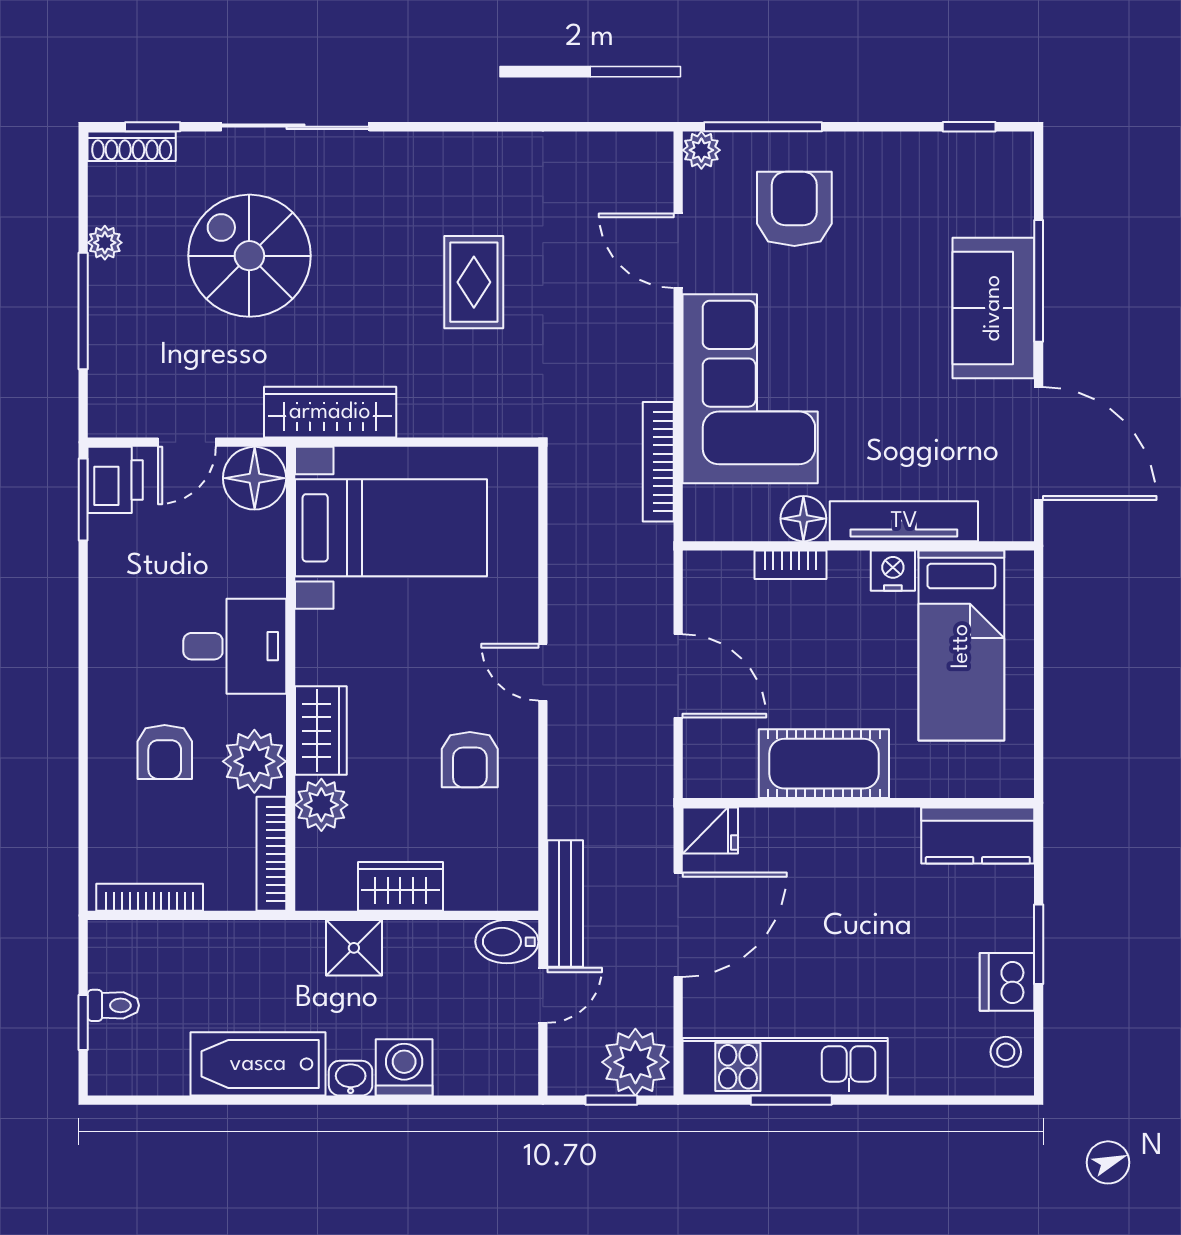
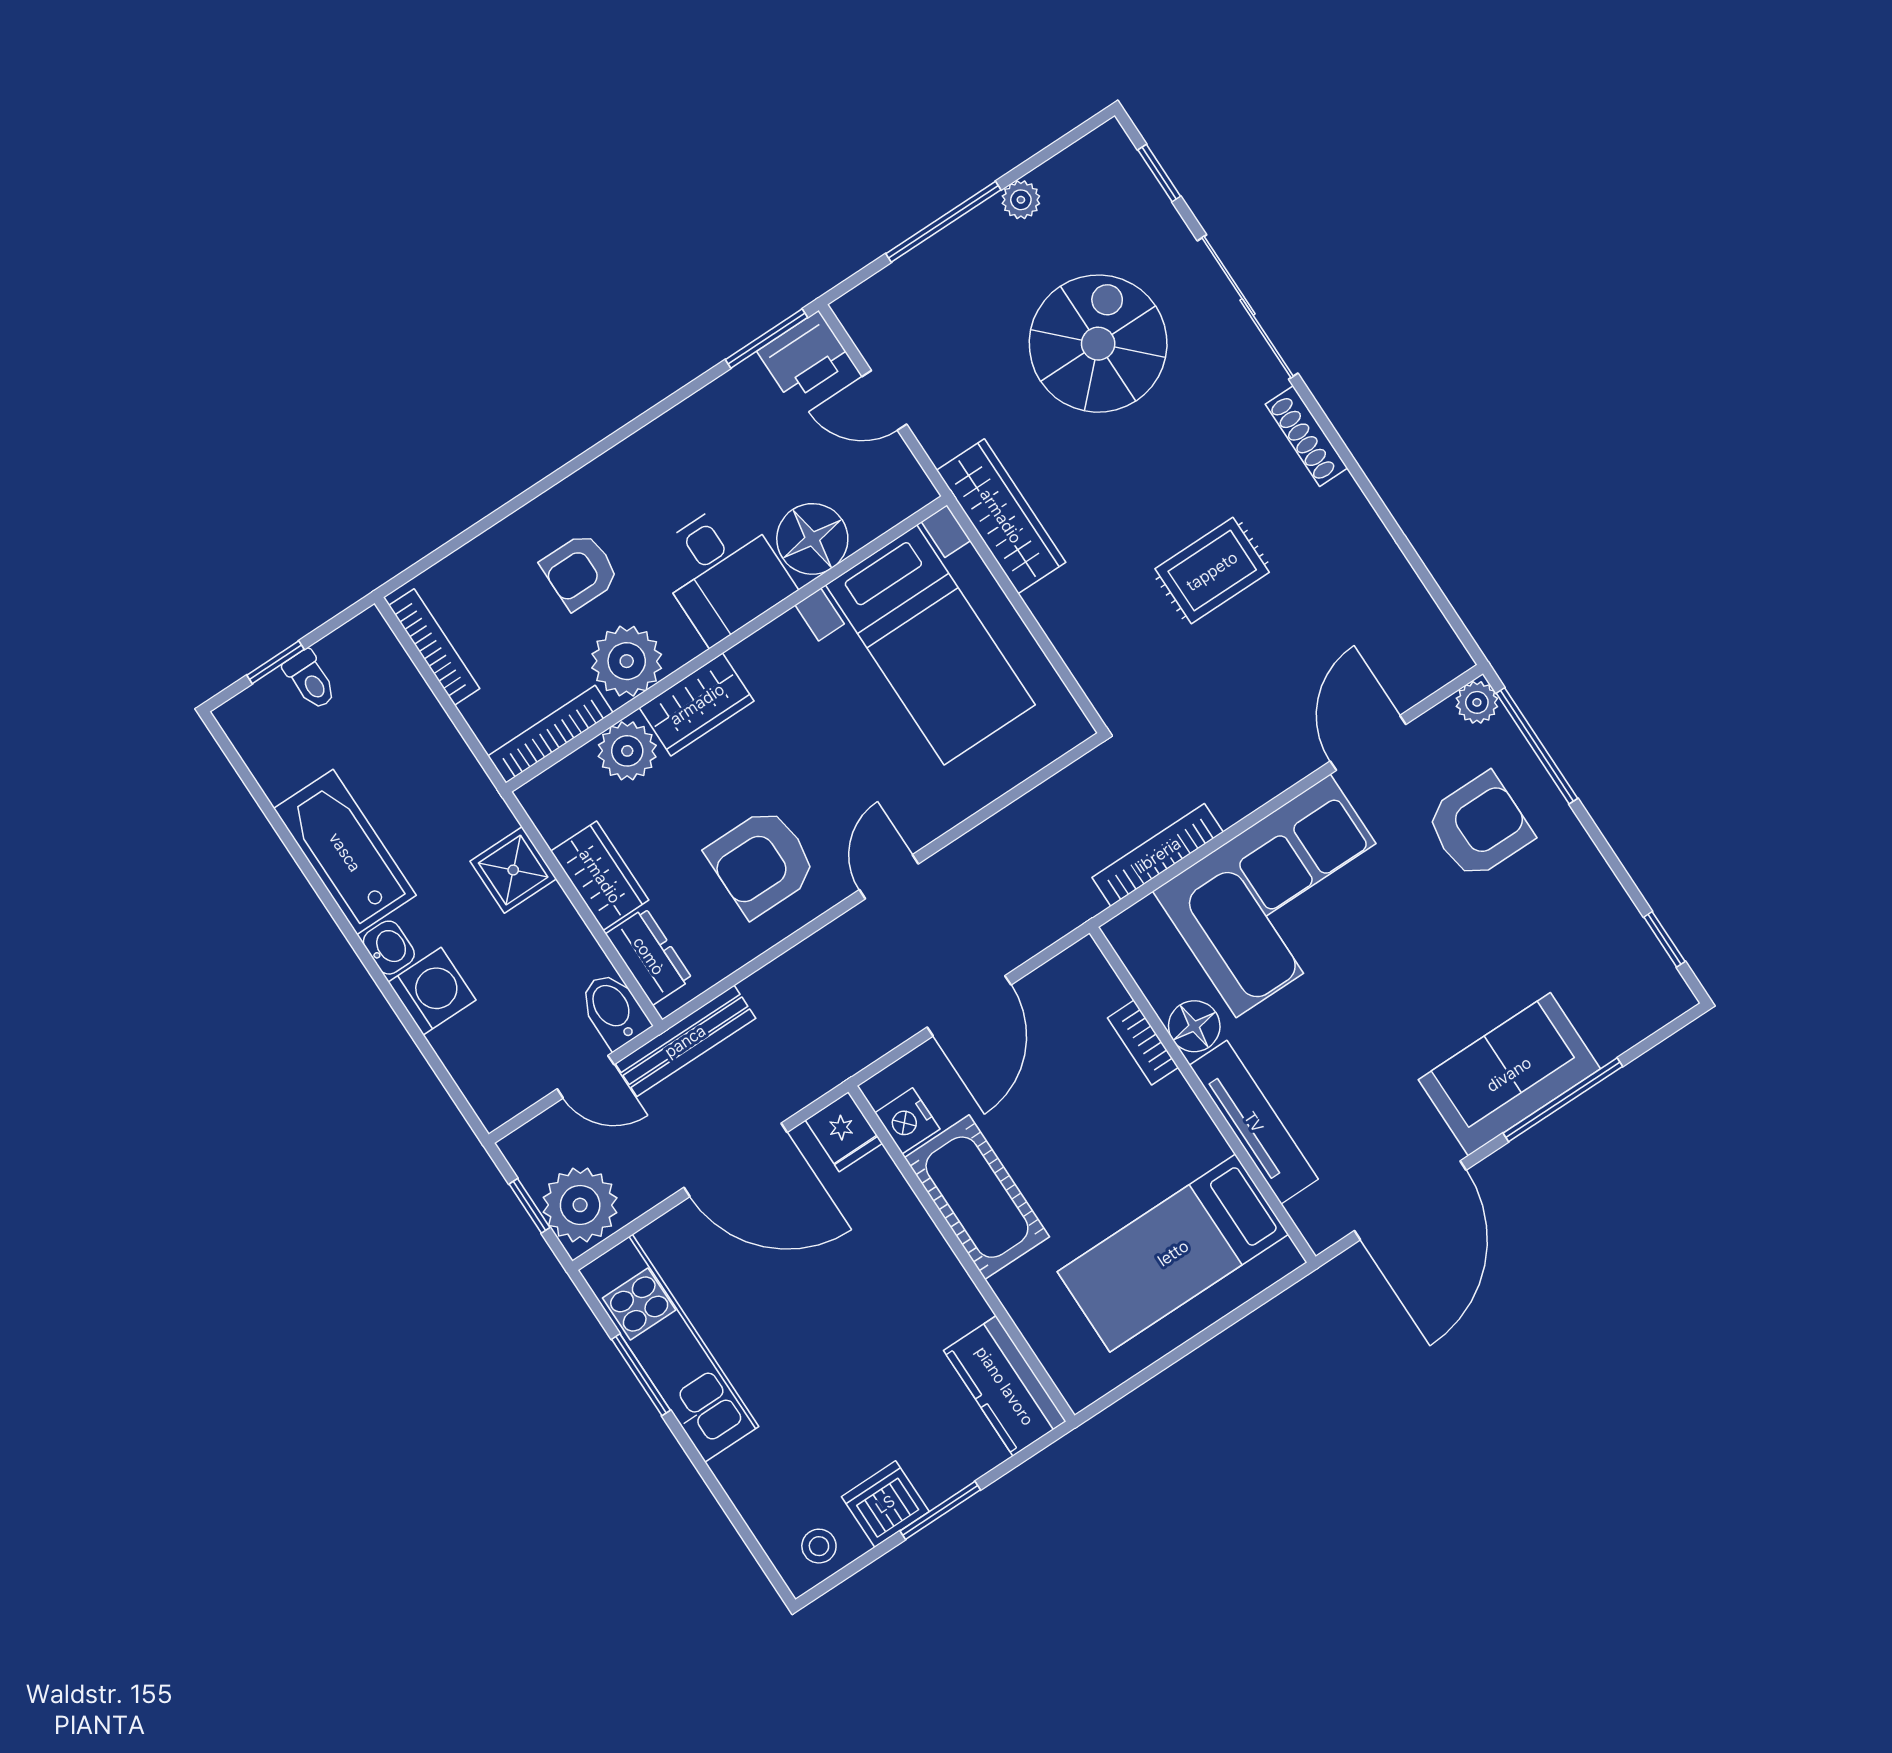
shoe rack: (132, 146) -> (1306, 436), moved
floor lamp: (255, 478) -> (812, 539), moved
nightstand: (893, 571) -> (907, 1121), moved, turned 180
armchair: (470, 760) -> (762, 862), width x1.38, depth x1.38
dresser: (485, 889) -> (649, 956), added

